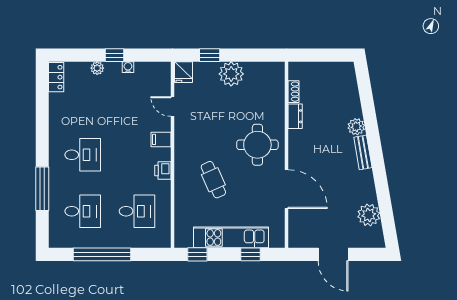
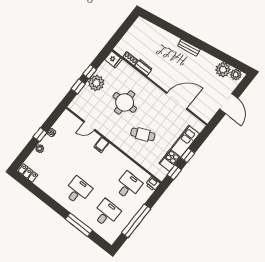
window: (238, 55) -> (90, 72), added
fridge: (183, 72) -> (113, 59), moved
plant: (356, 127) -> (236, 75), moved
round table: (257, 145) -> (125, 102), moved
printer: (163, 170) -> (153, 184), moved
window: (251, 254) -> (188, 155), moved
door: (333, 254) -> (229, 104), hinge flipped

